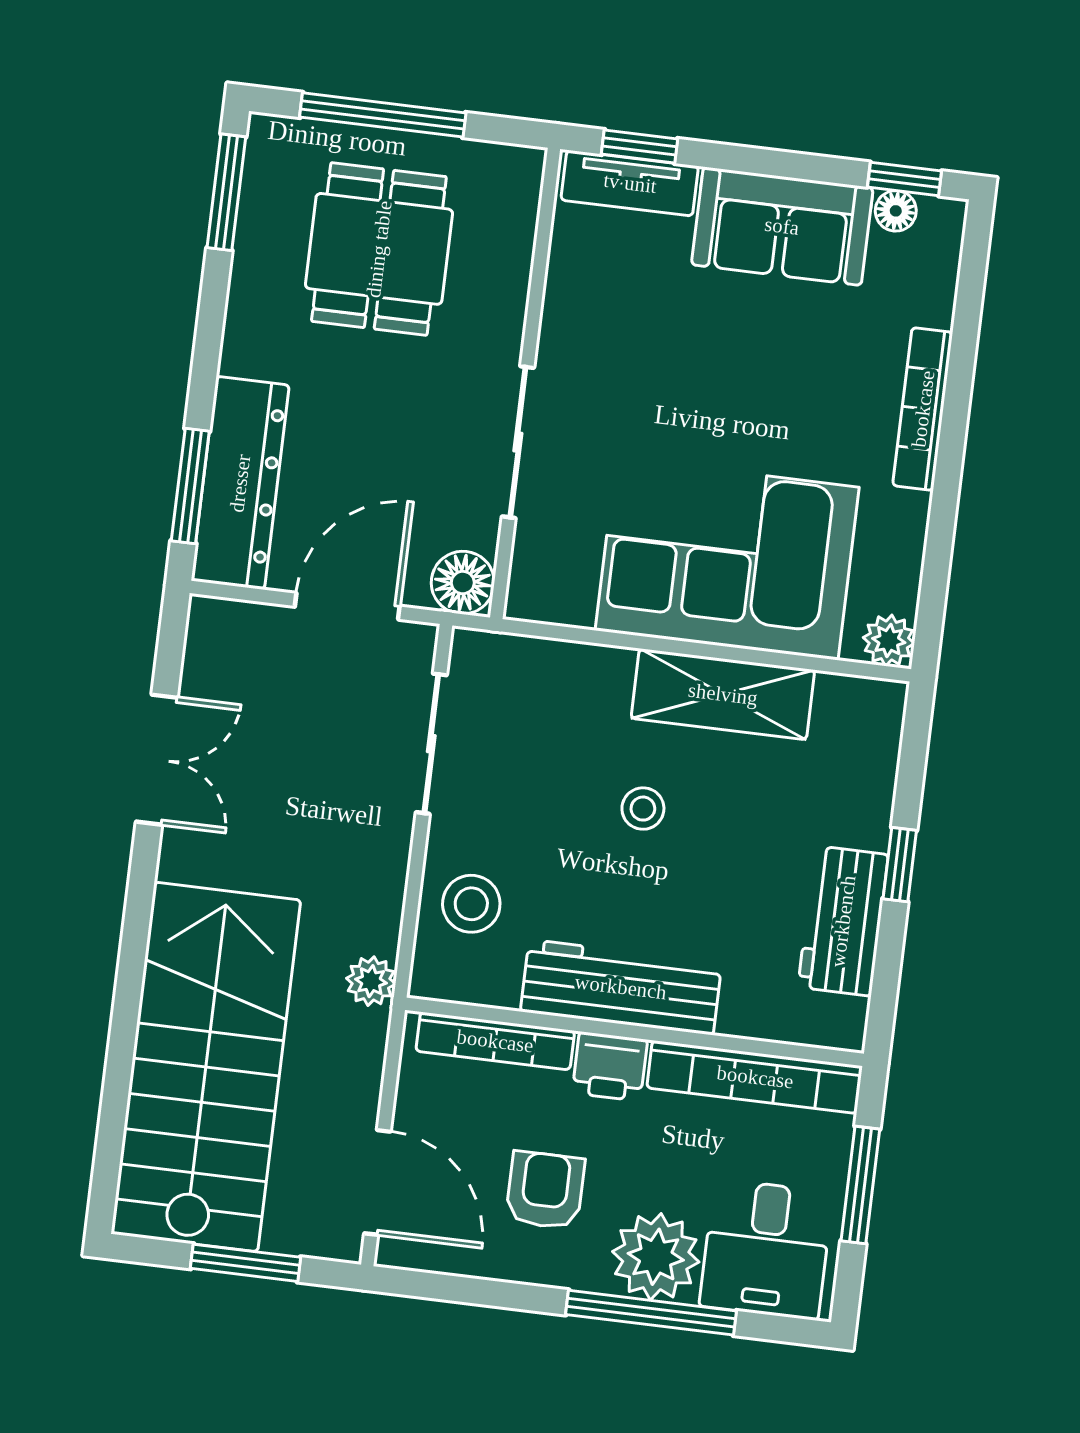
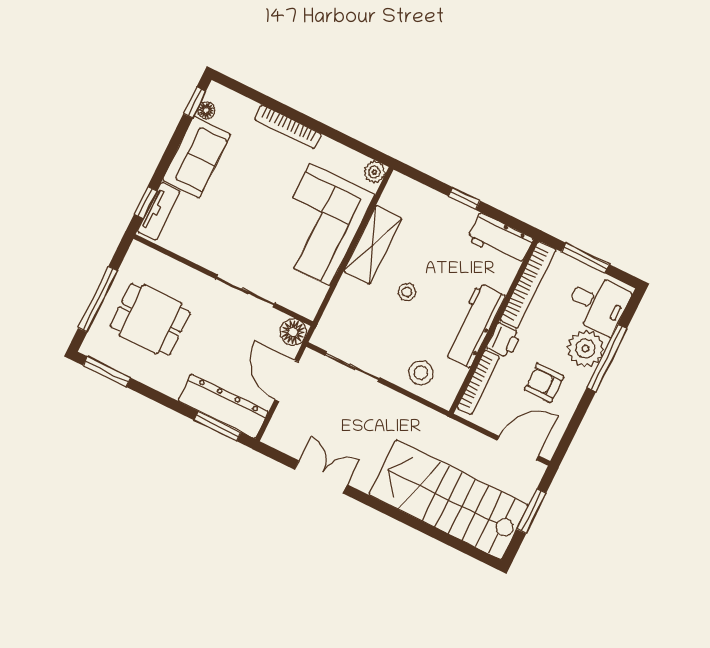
workbench: (843, 921) -> (500, 239), moved
plant: (371, 981) -> (438, 423), removed

